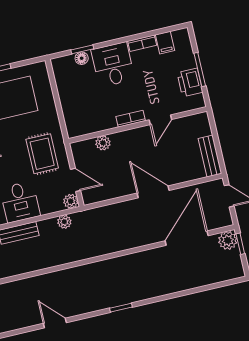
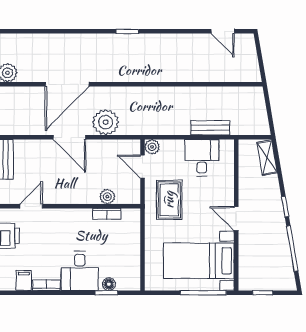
bookcase: (131, 119) -> (107, 214), moved
door: (160, 120) -> (31, 206), moved
plant: (64, 222) -> (106, 122), moved, width x1.88, depth x1.88
door: (187, 238) -> (67, 84), moved
door: (55, 323) -> (223, 31), moved

